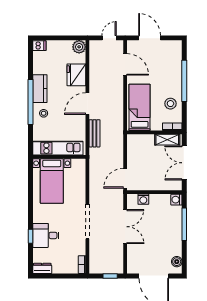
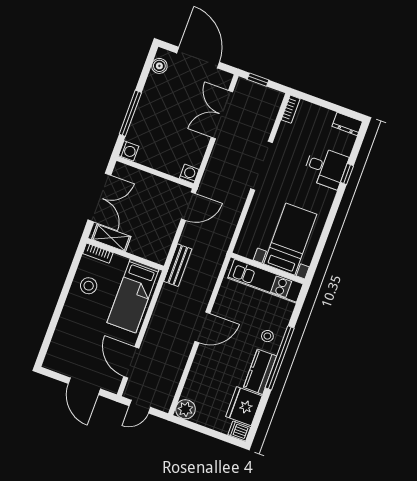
fridge: (76, 75) -> (244, 406), moved, turned 180
window: (184, 81) -> (58, 310), removed
bench: (95, 133) -> (178, 265), moved
washing machine: (143, 199) -> (189, 174), moved
double door: (125, 227) -> (222, 115), moved

